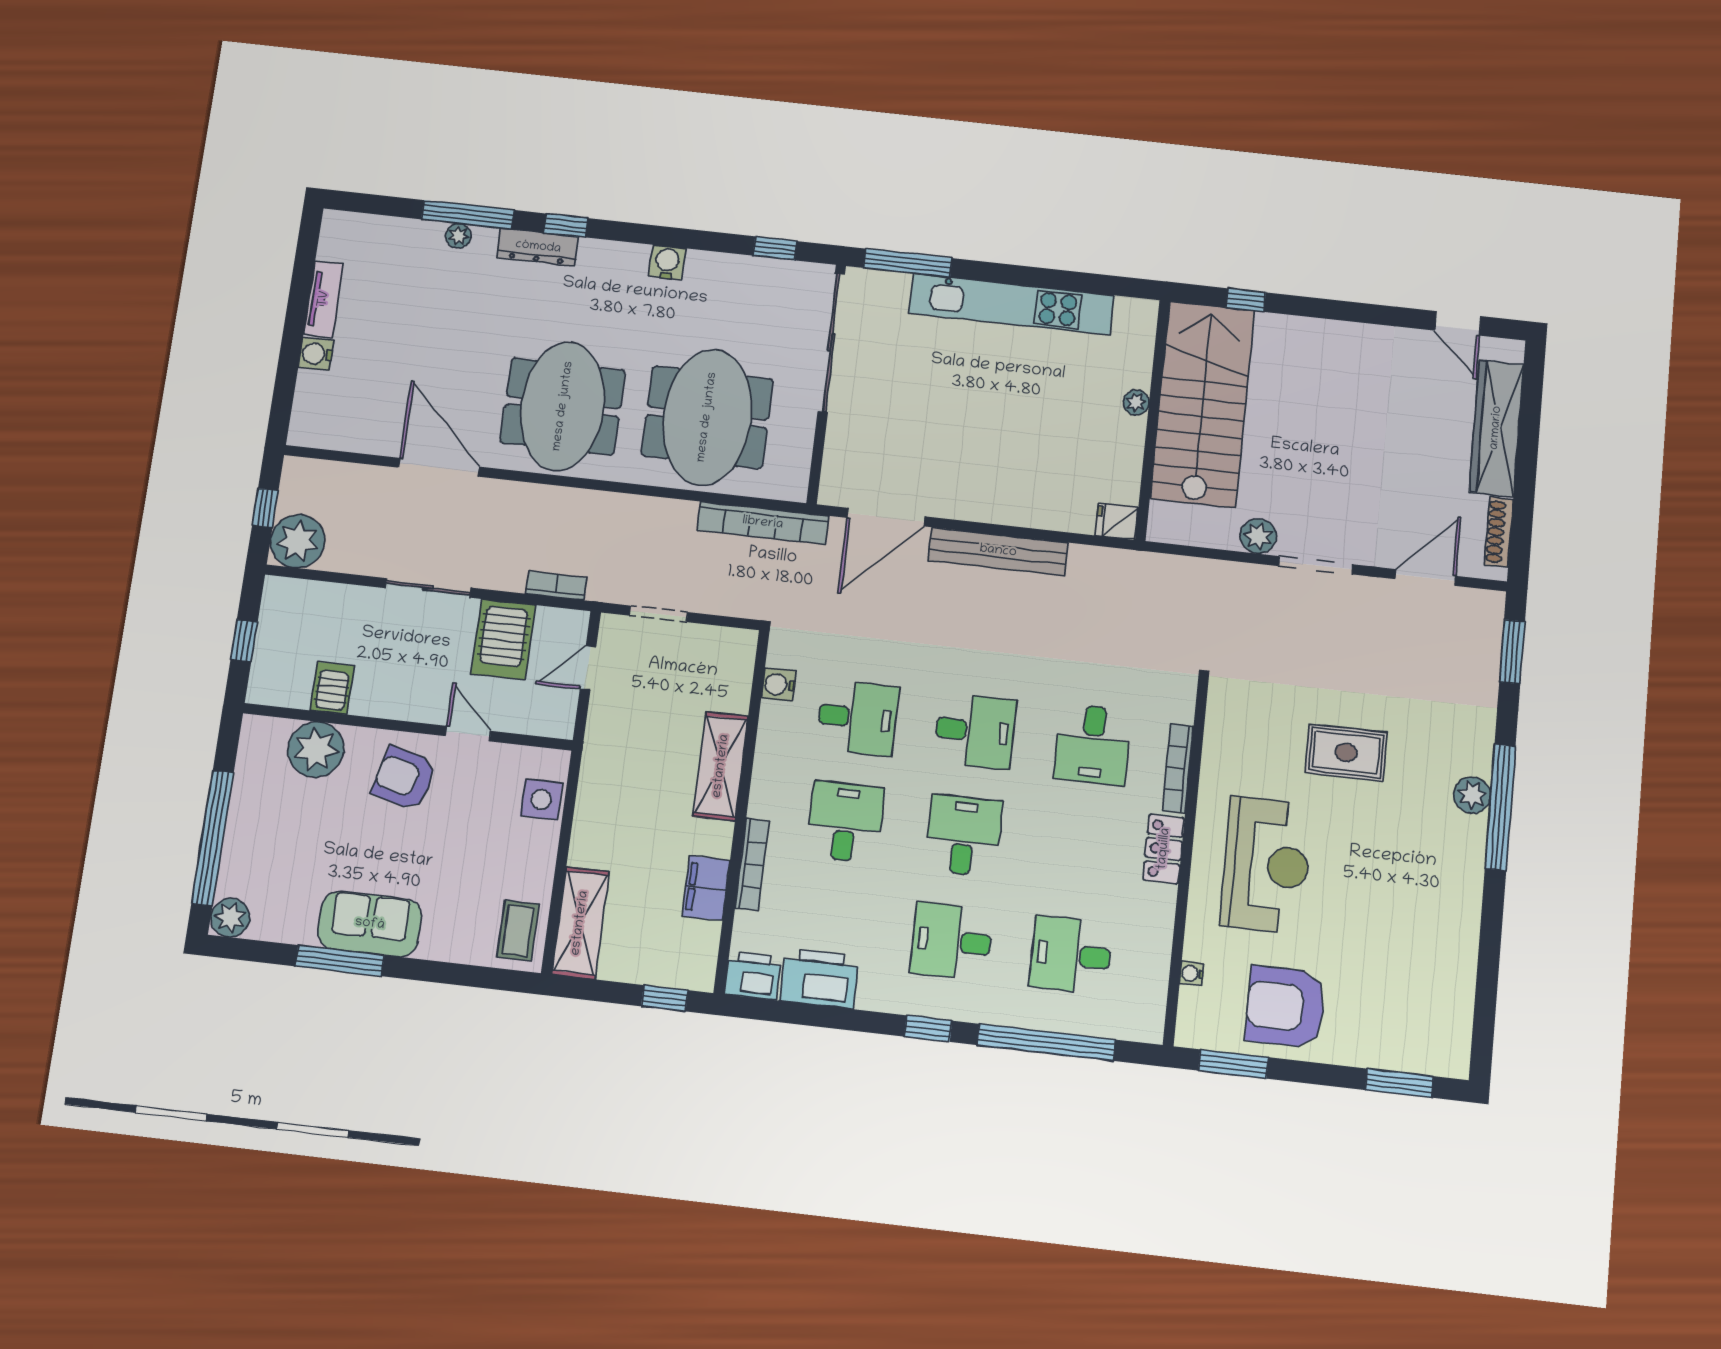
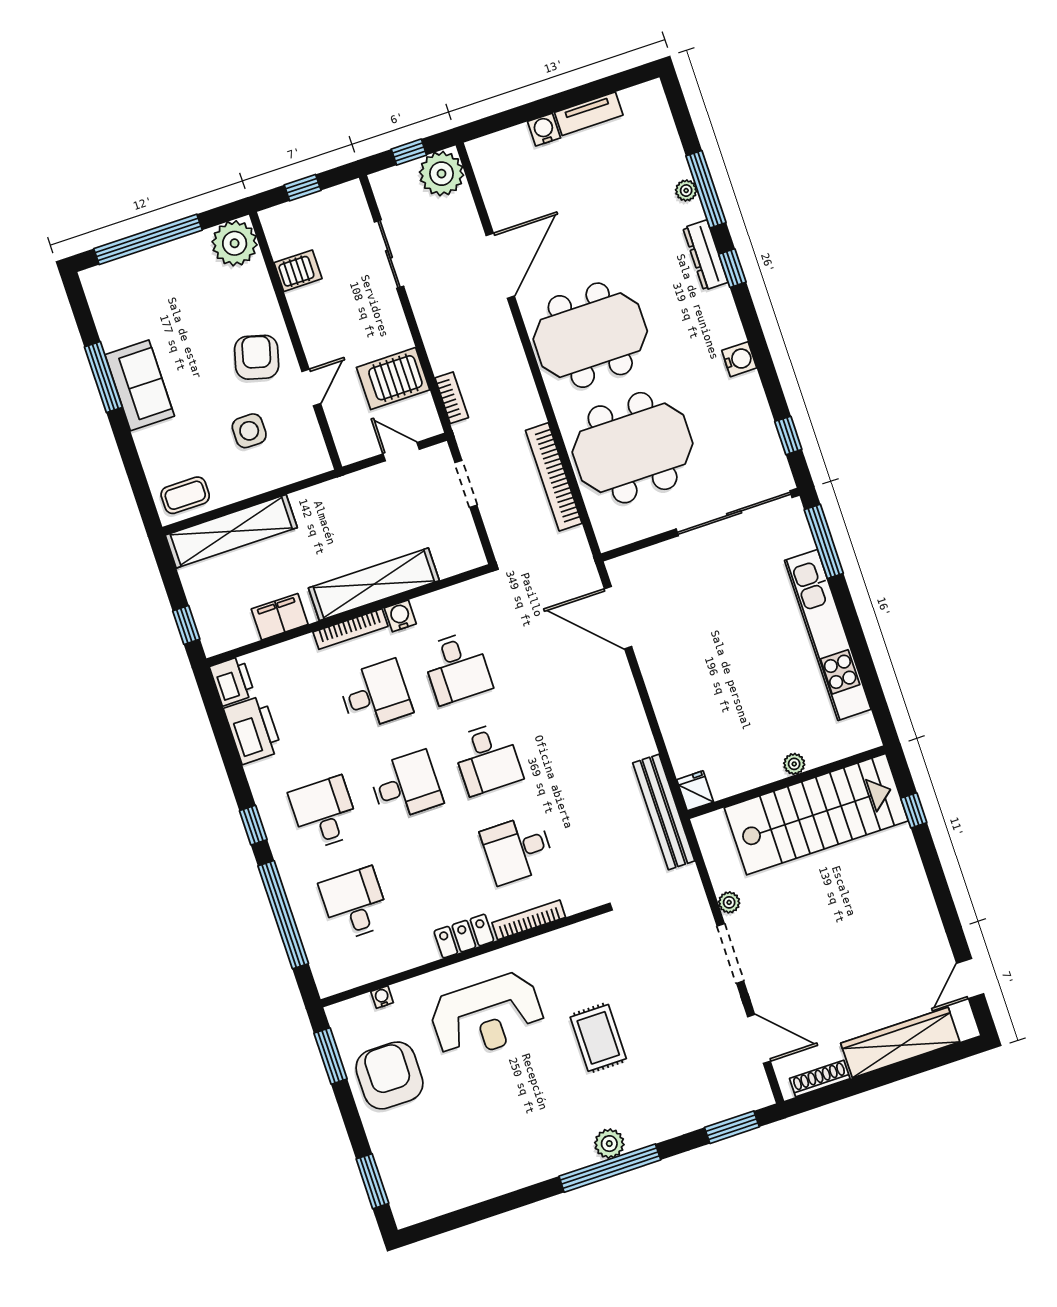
bookcase: (763, 523) -> (554, 477), moved
plant: (1258, 536) -> (729, 902), width x0.73, depth x0.73
plant: (298, 541) -> (441, 174), moved
bench: (998, 551) -> (664, 812), moved
sliding door: (428, 588) -> (389, 254), moved
water cooler: (779, 685) -> (400, 616), moved
plant: (316, 749) -> (235, 243), moved
shelving: (721, 766) -> (374, 584), width x1.47
side table: (541, 800) -> (249, 431), moved
bookcase: (752, 864) -> (350, 629), moved
plant: (230, 918) -> (97, 282), removed
shelving: (580, 923) -> (231, 531), width x1.47

